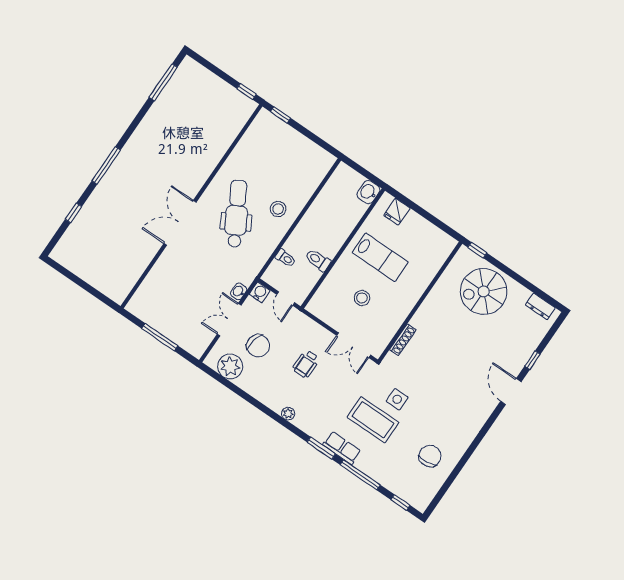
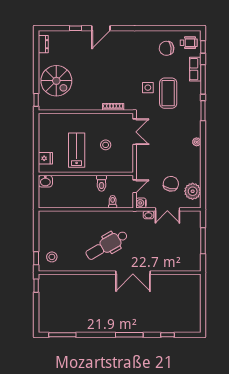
stool: (278, 209) -> (52, 257), moved
wheelchair: (306, 364) -> (189, 43), moved
row of seats: (342, 448) -> (195, 69), moved

